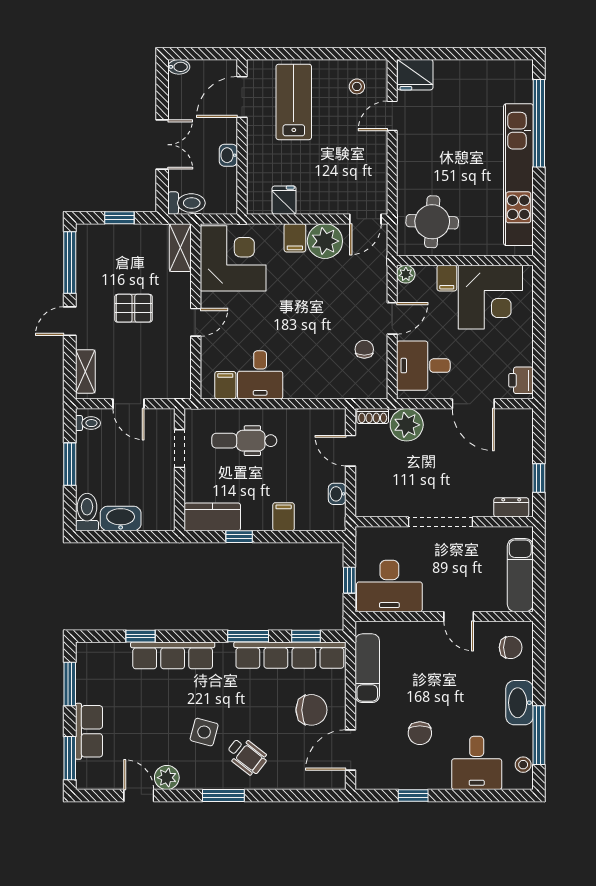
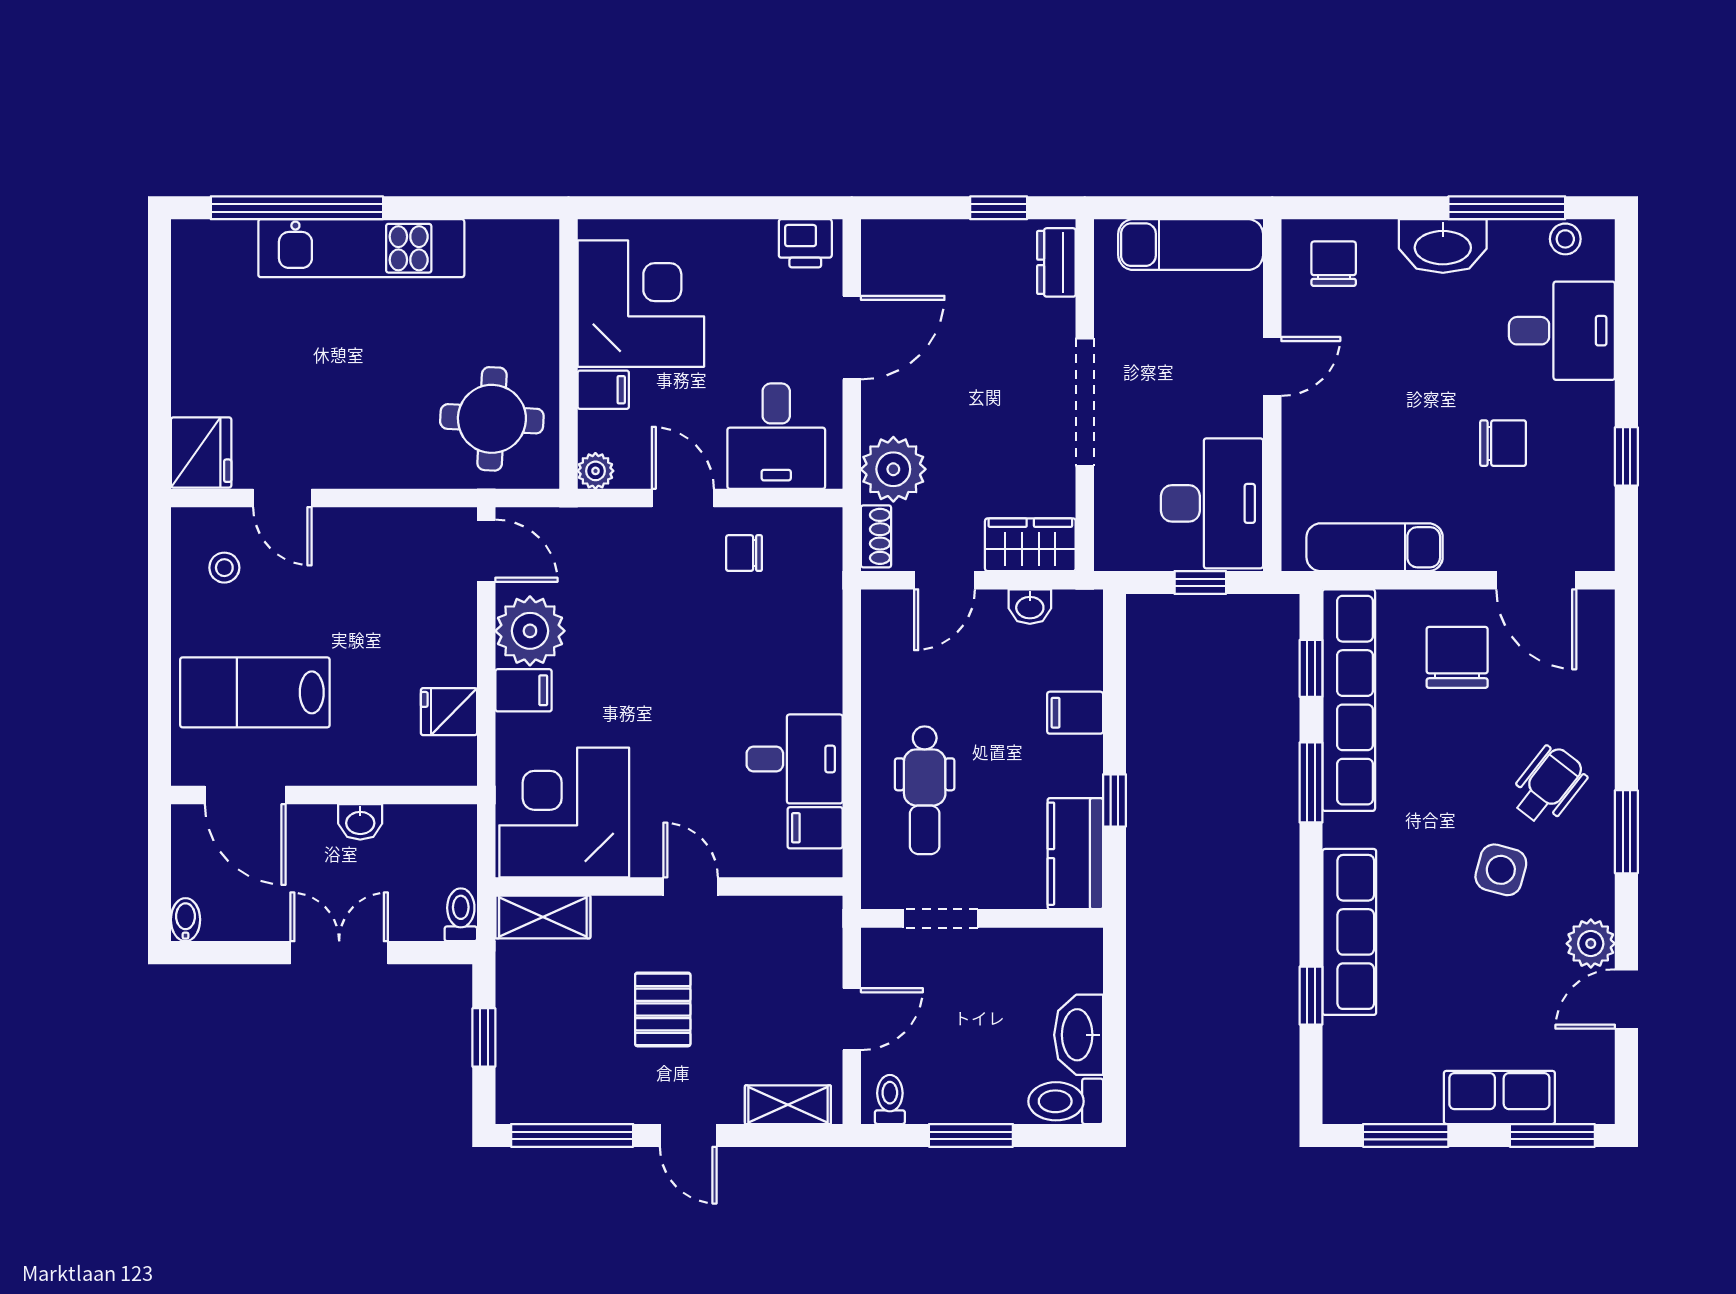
kitchen unit: (518, 175) -> (361, 248), width x0.73
toilet: (187, 203) -> (461, 915), width x0.73, depth x0.72
wardrobe: (368, 494) -> (1030, 545), added

